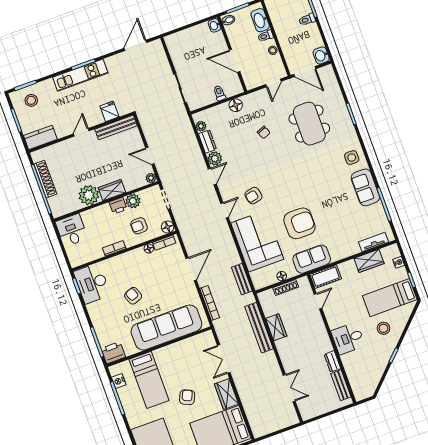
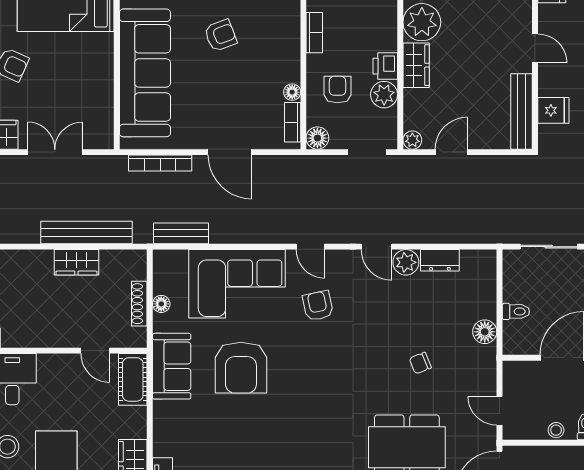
plant: (201, 126) -> (470, 259), removed

